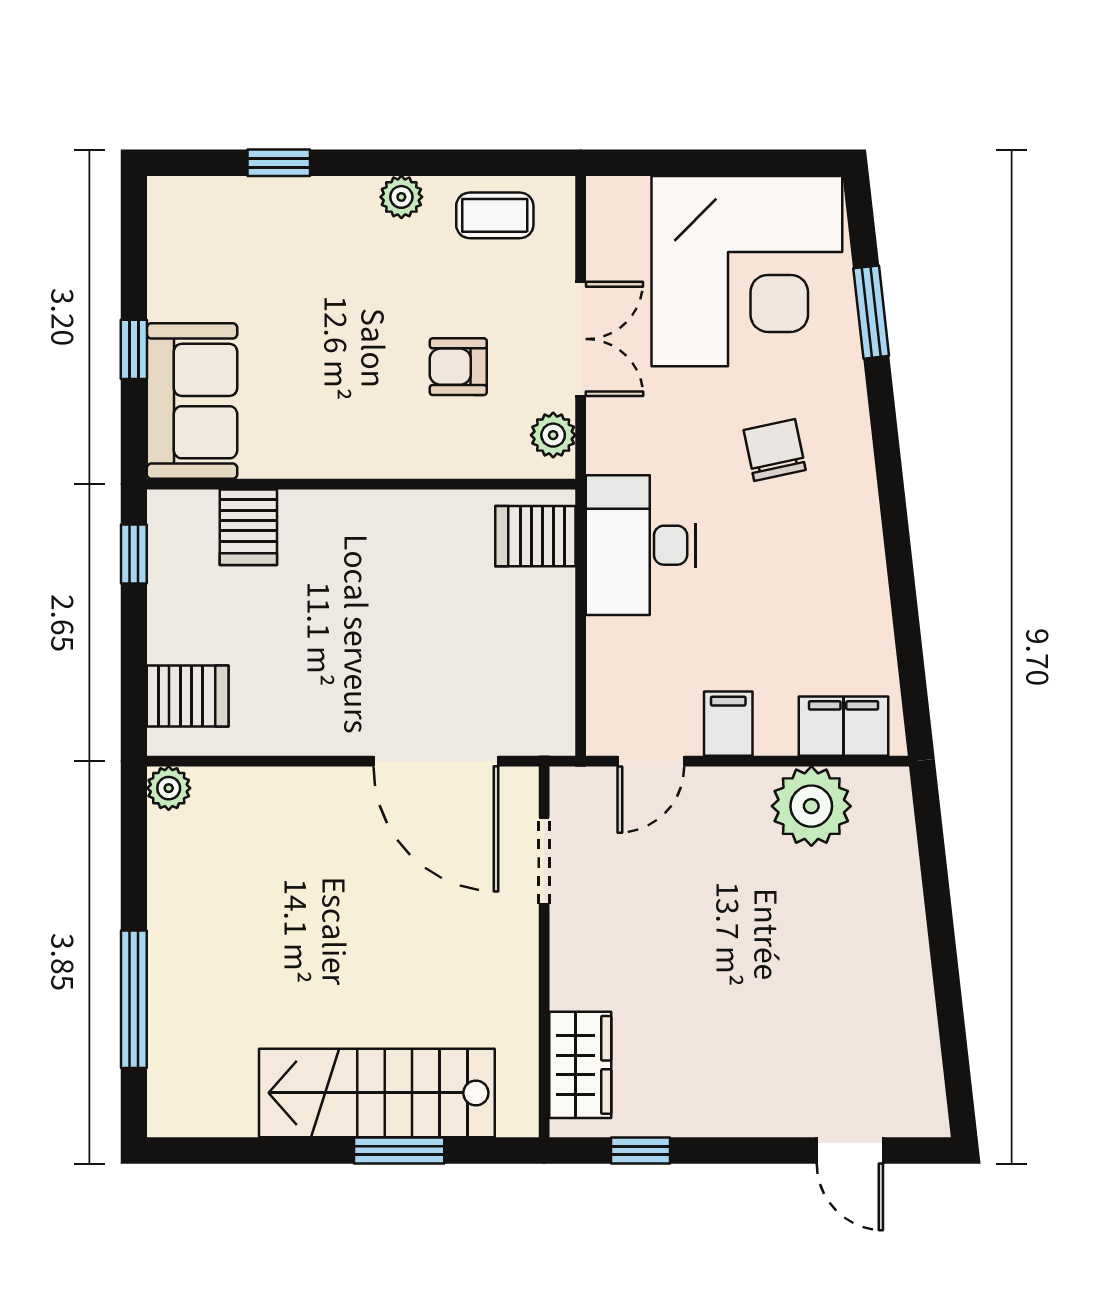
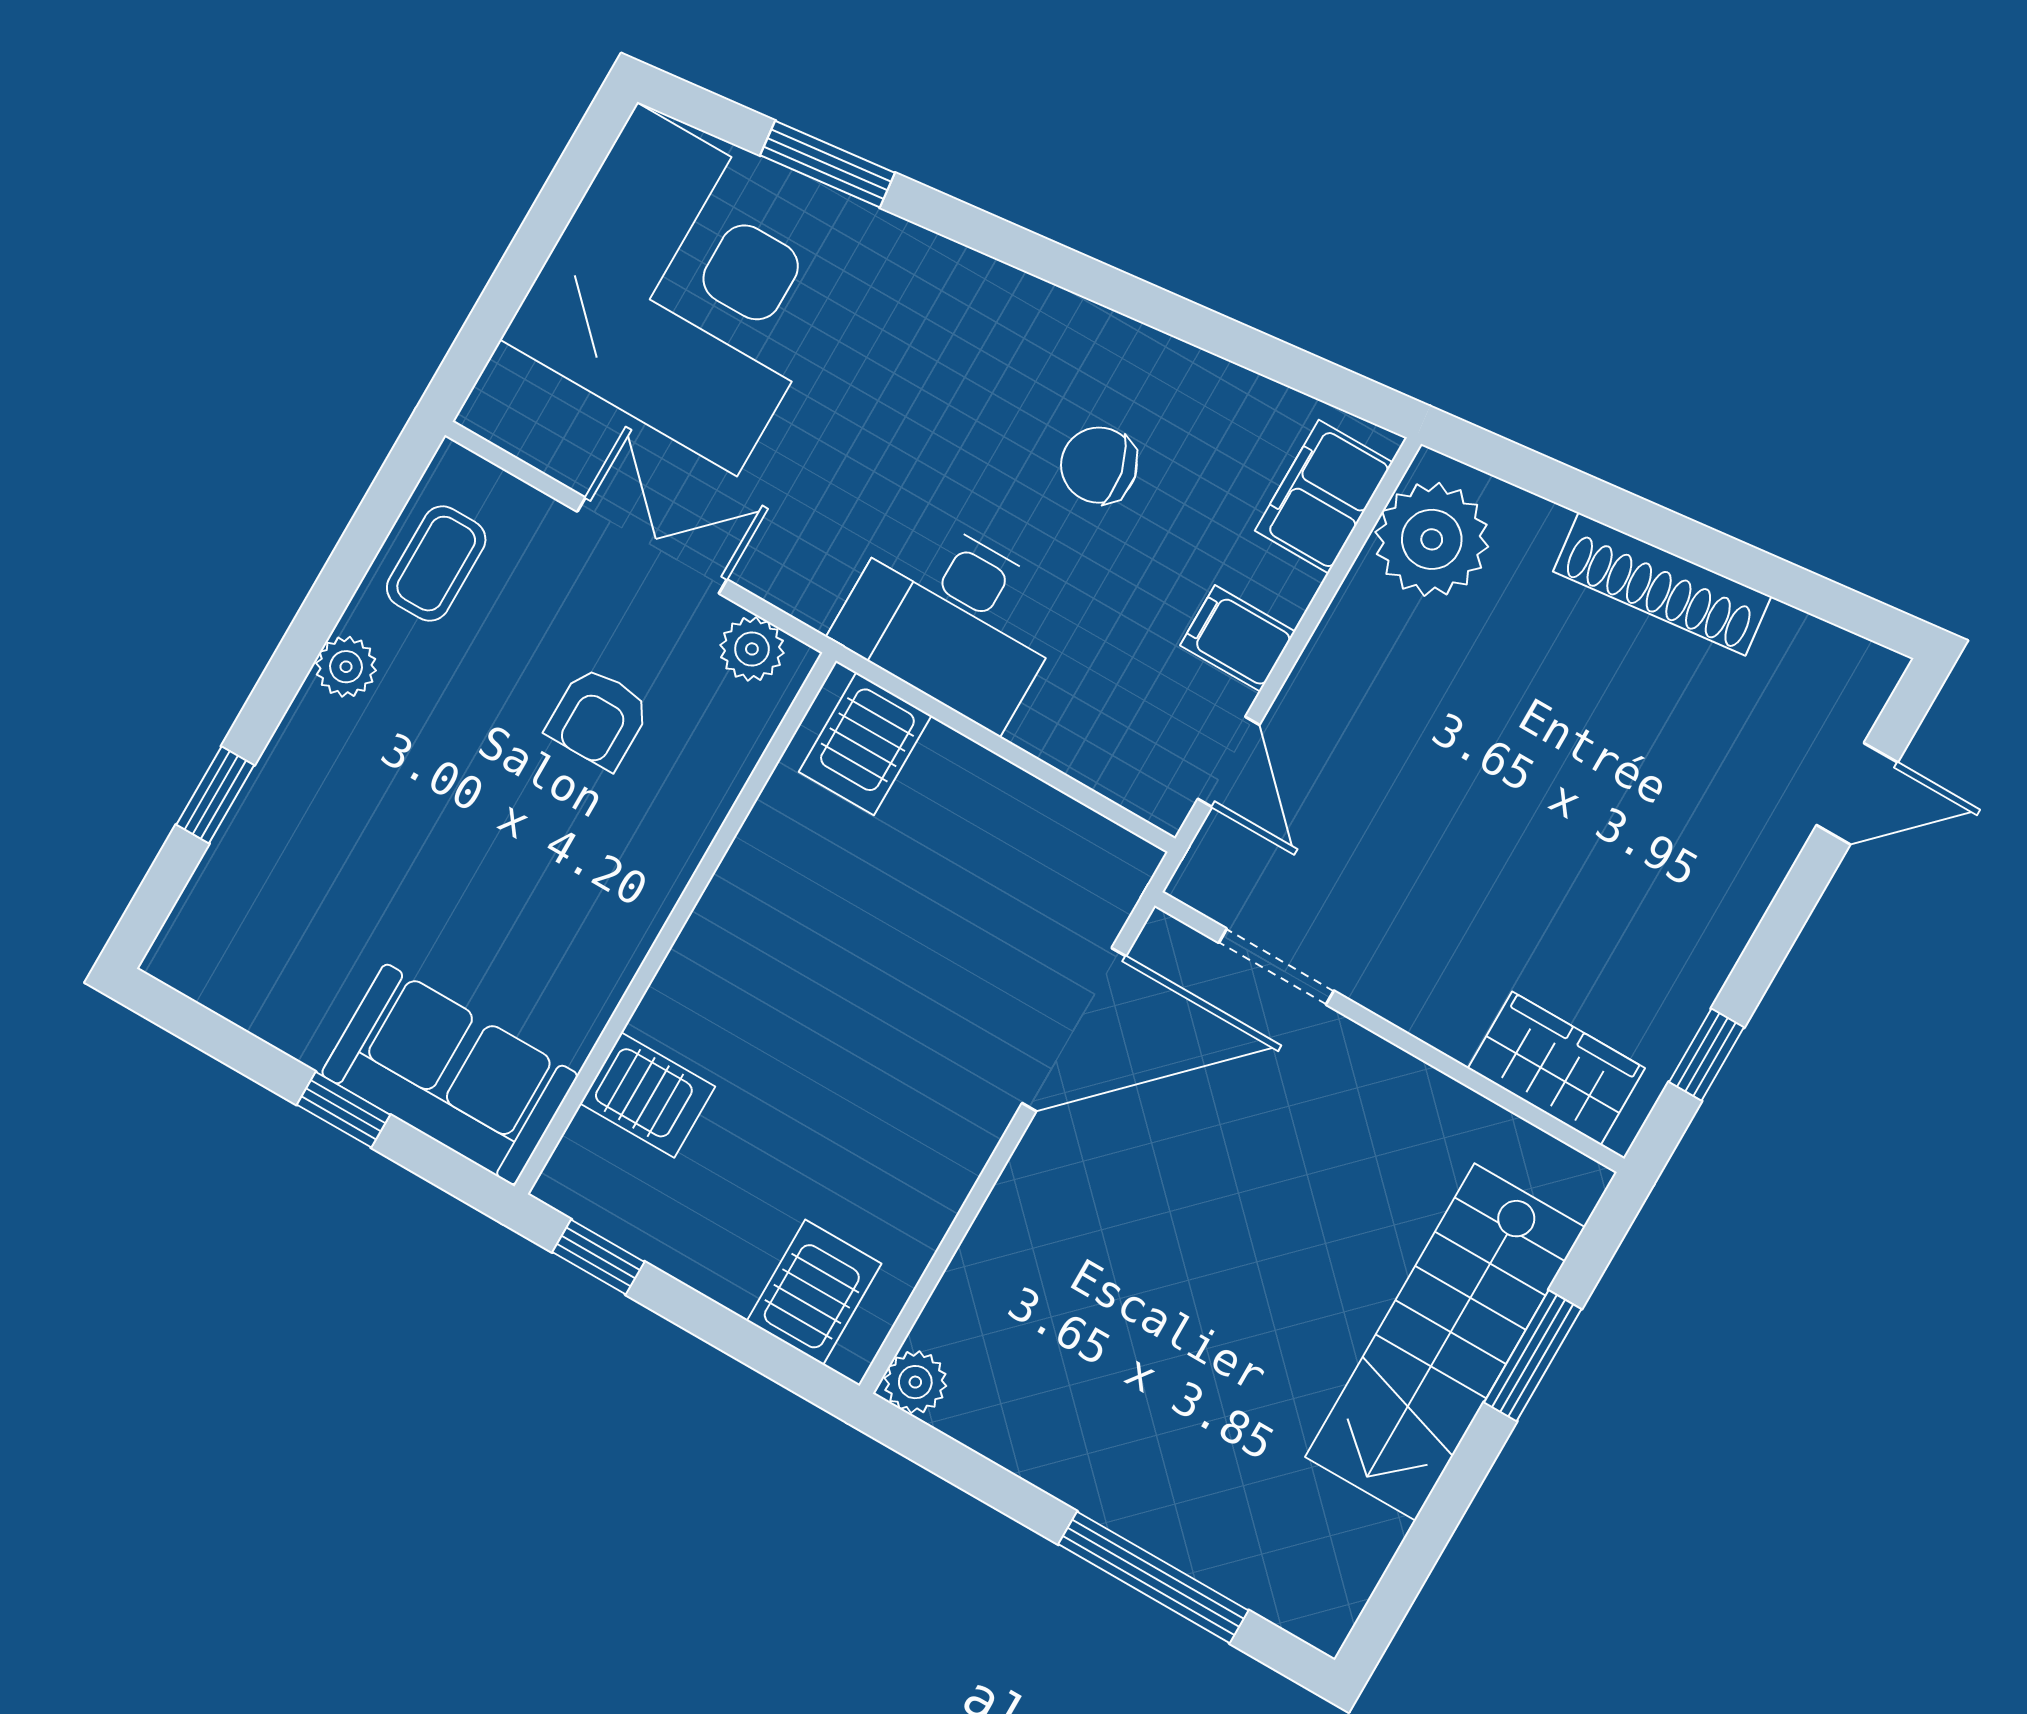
chair: (775, 450) -> (1099, 465), moved
plant: (811, 806) -> (1432, 539), moved
shoe rack: (908, 960) -> (1662, 584), added

